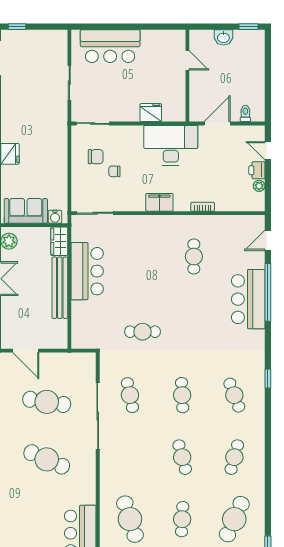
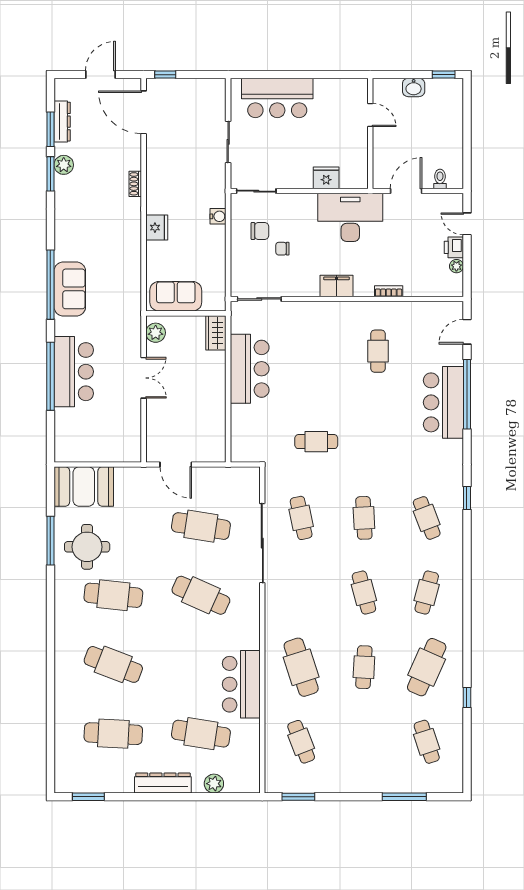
water cooler: (55, 217) -> (218, 216), moved, turned -90
bench: (60, 288) -> (217, 389), removed

